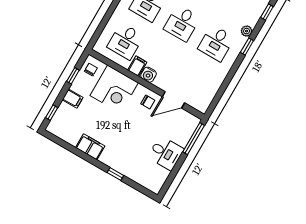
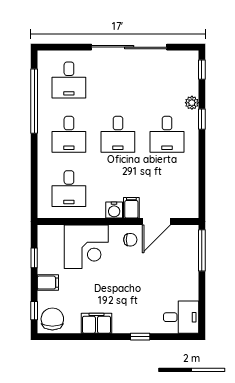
filing cabinet: (137, 66) -> (131, 208), moved
chair: (91, 70) -> (52, 319), moved, width x1.87, depth x1.87
desk: (166, 153) -> (181, 317), moved

